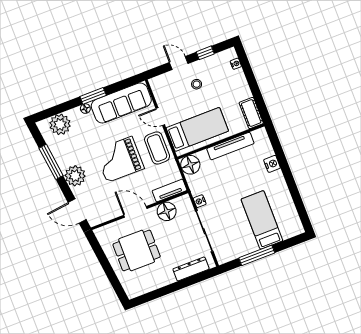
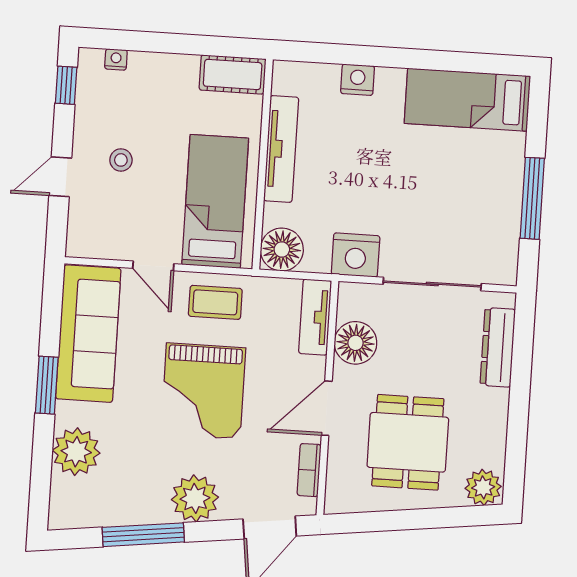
window: (205, 53) -> (66, 85), moved
floor lamp: (85, 109) -> (66, 413), removed
door: (160, 117) -> (153, 266), hinge flipped
plant: (60, 124) -> (76, 452), moved
coffee table: (157, 148) -> (215, 302), width x0.73, depth x0.77
nightstand: (200, 201) -> (356, 255), width x1.89, depth x1.79
bookcase: (107, 216) -> (309, 470), added
bed: (262, 220) -> (467, 100), moved
plant: (132, 289) -> (483, 487), added

